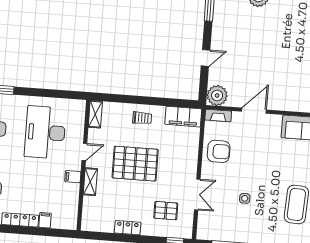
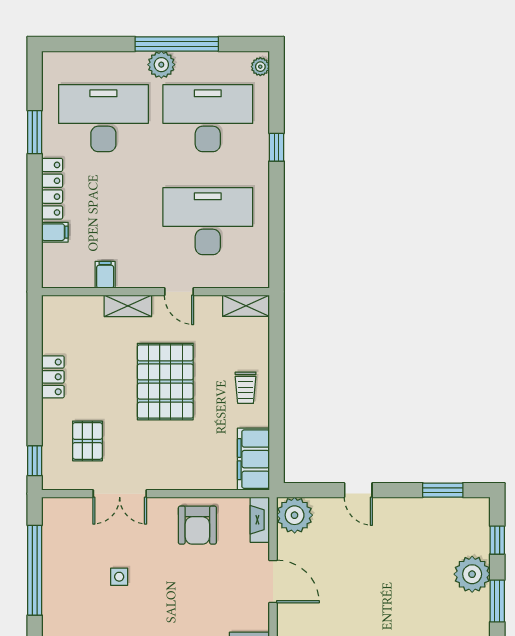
filing cabinet: (73, 177) -> (105, 275), moved

